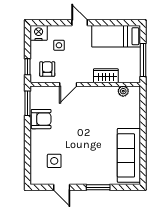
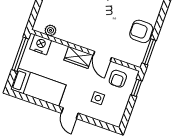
nightstand: (39, 33) -> (41, 45), moved, turned 180
wardrobe: (106, 76) -> (78, 57), moved
door: (68, 84) -> (102, 56), swing flipped

